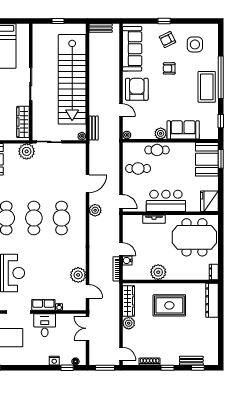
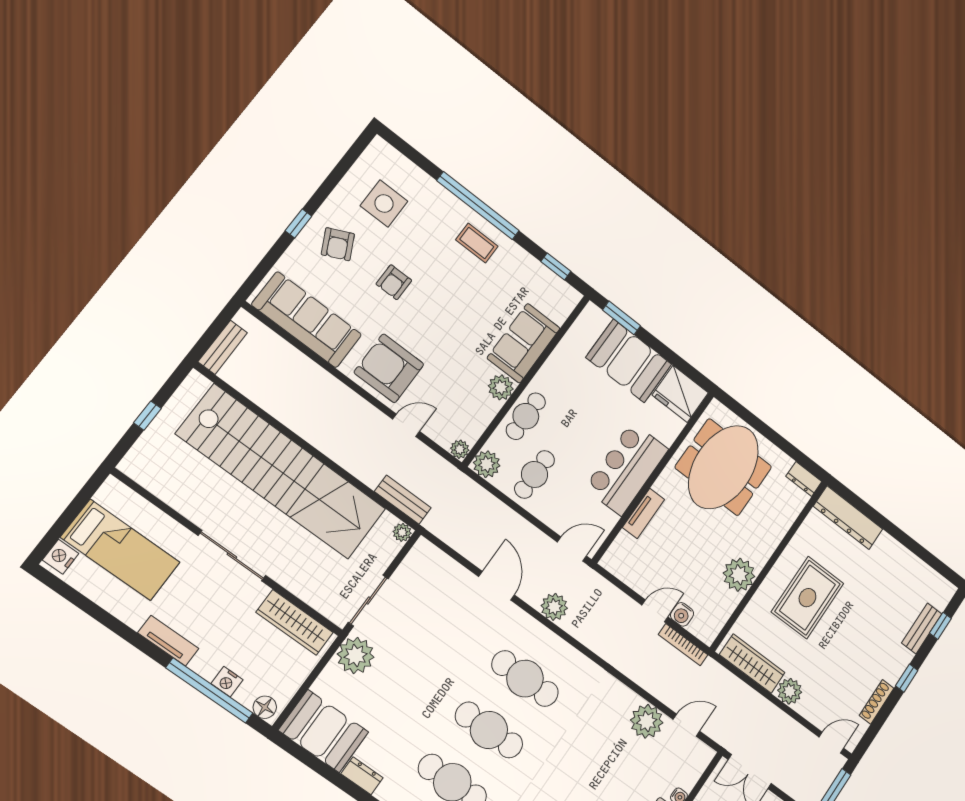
coffee table: (207, 87) -> (477, 243), width x0.54, depth x0.58
plant: (129, 148) -> (487, 464), added
booth: (207, 159) -> (629, 361), moved

